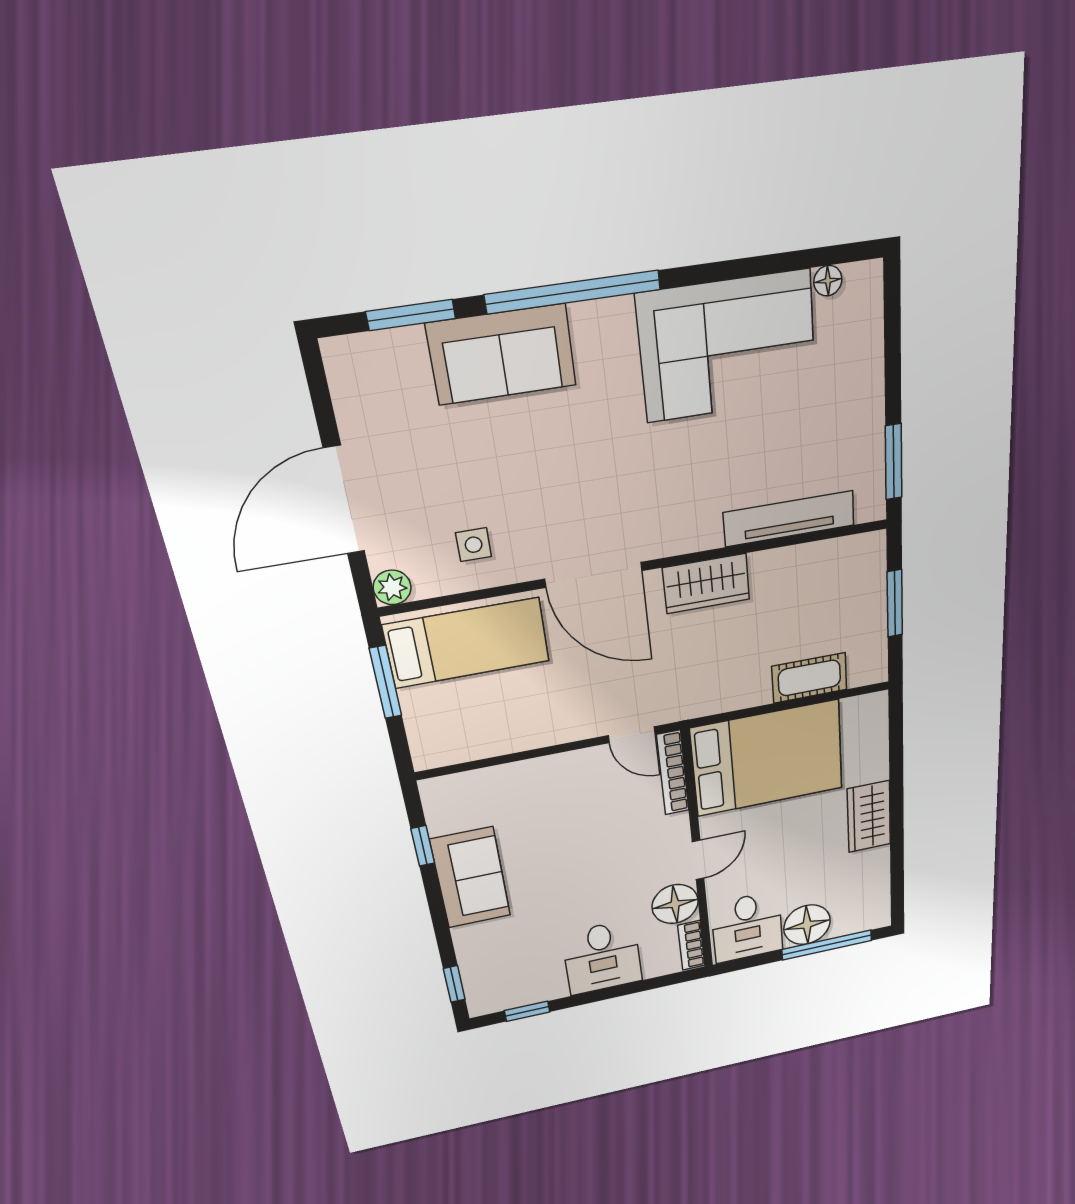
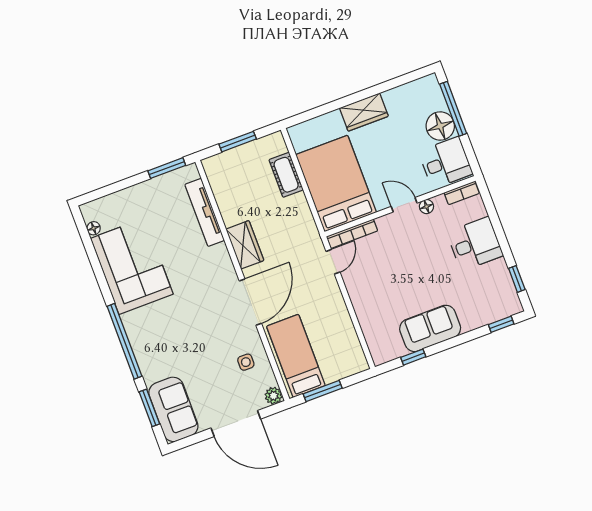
sofa: (502, 355) -> (173, 409), moved
floor lamp: (675, 904) -> (426, 207), width x0.53, depth x0.53

